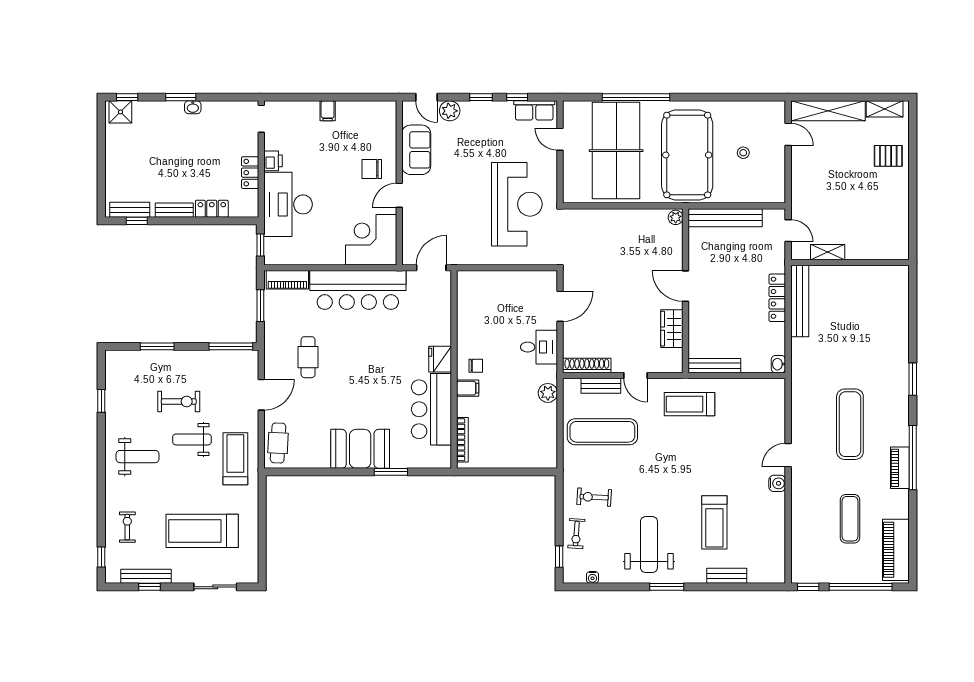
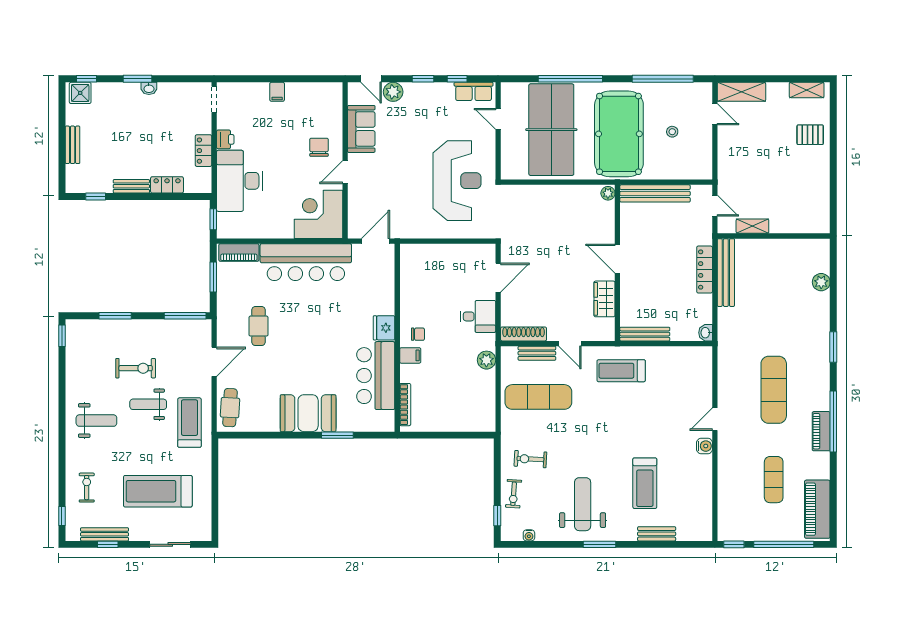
window: (733, 97) -> (663, 79), added
shelving: (828, 111) -> (741, 92), width x0.68
chair: (372, 169) -> (319, 147), turned 90
bench: (130, 210) -> (73, 145), moved, turned 90
plant: (900, 311) -> (821, 282), added
window: (101, 401) -> (62, 336), moved

